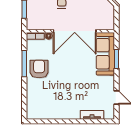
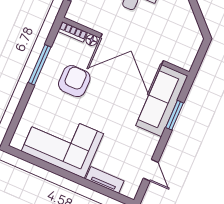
armchair: (39, 69) -> (74, 81), moved
corner sofa: (57, 104) -> (62, 142), added

